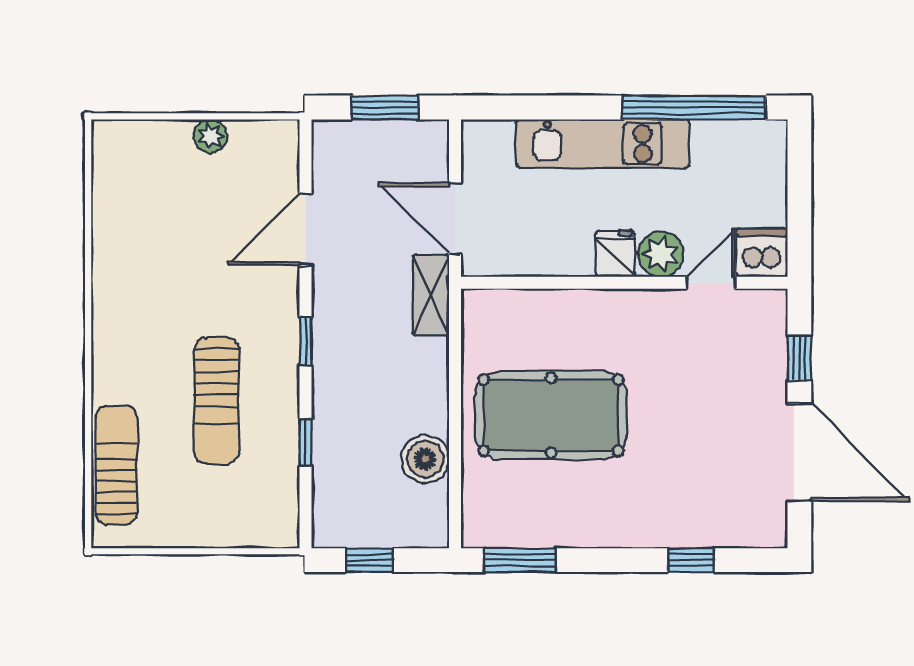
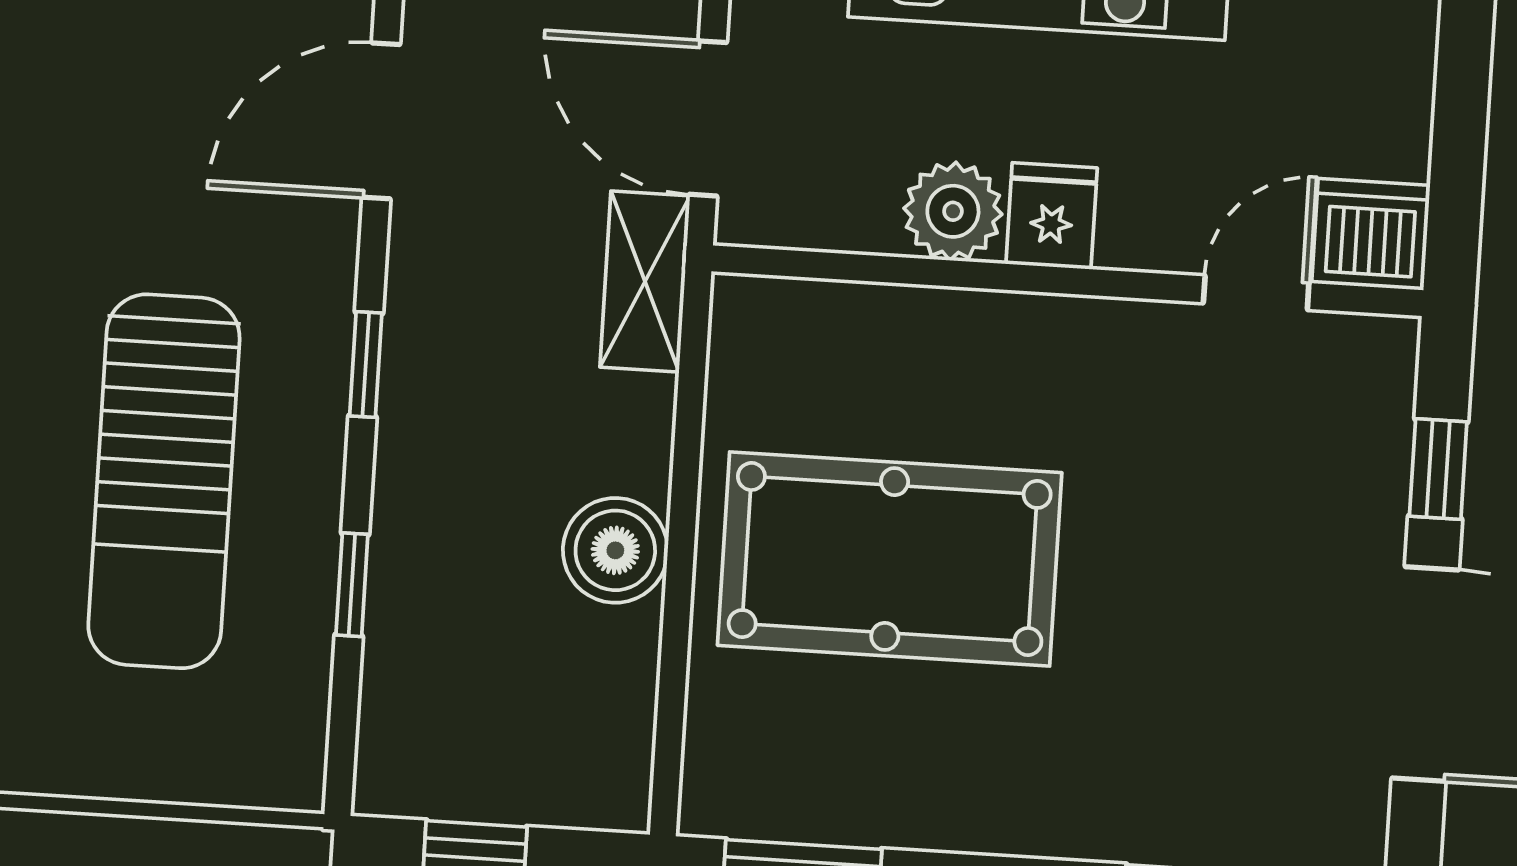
plant: (660, 254) -> (953, 211), moved
sun lounger: (217, 401) -> (164, 481), width x1.36, depth x1.34
boiler: (425, 459) -> (615, 550), moved

